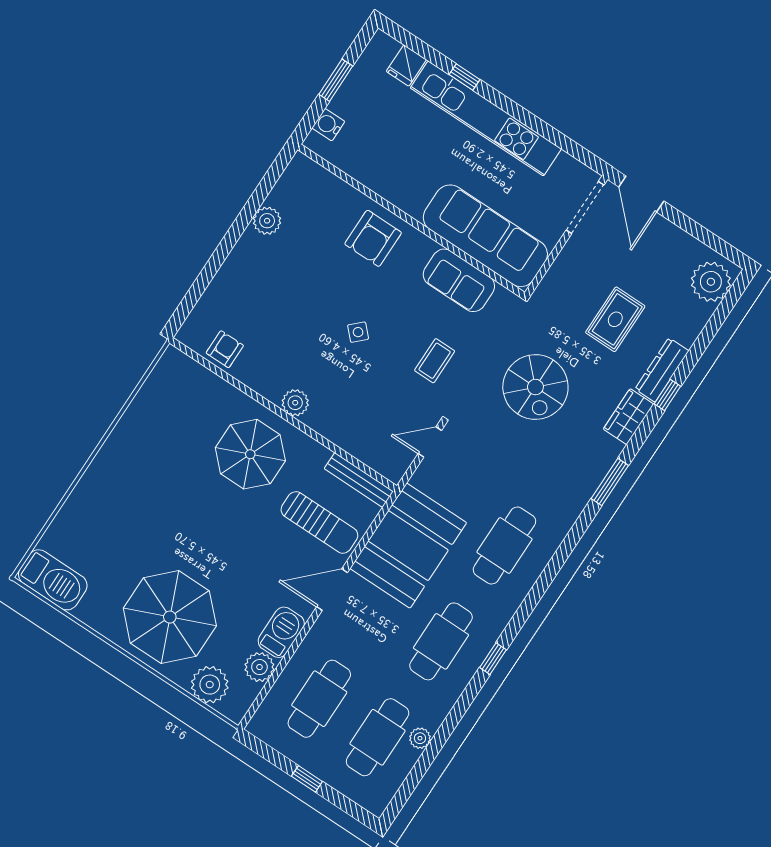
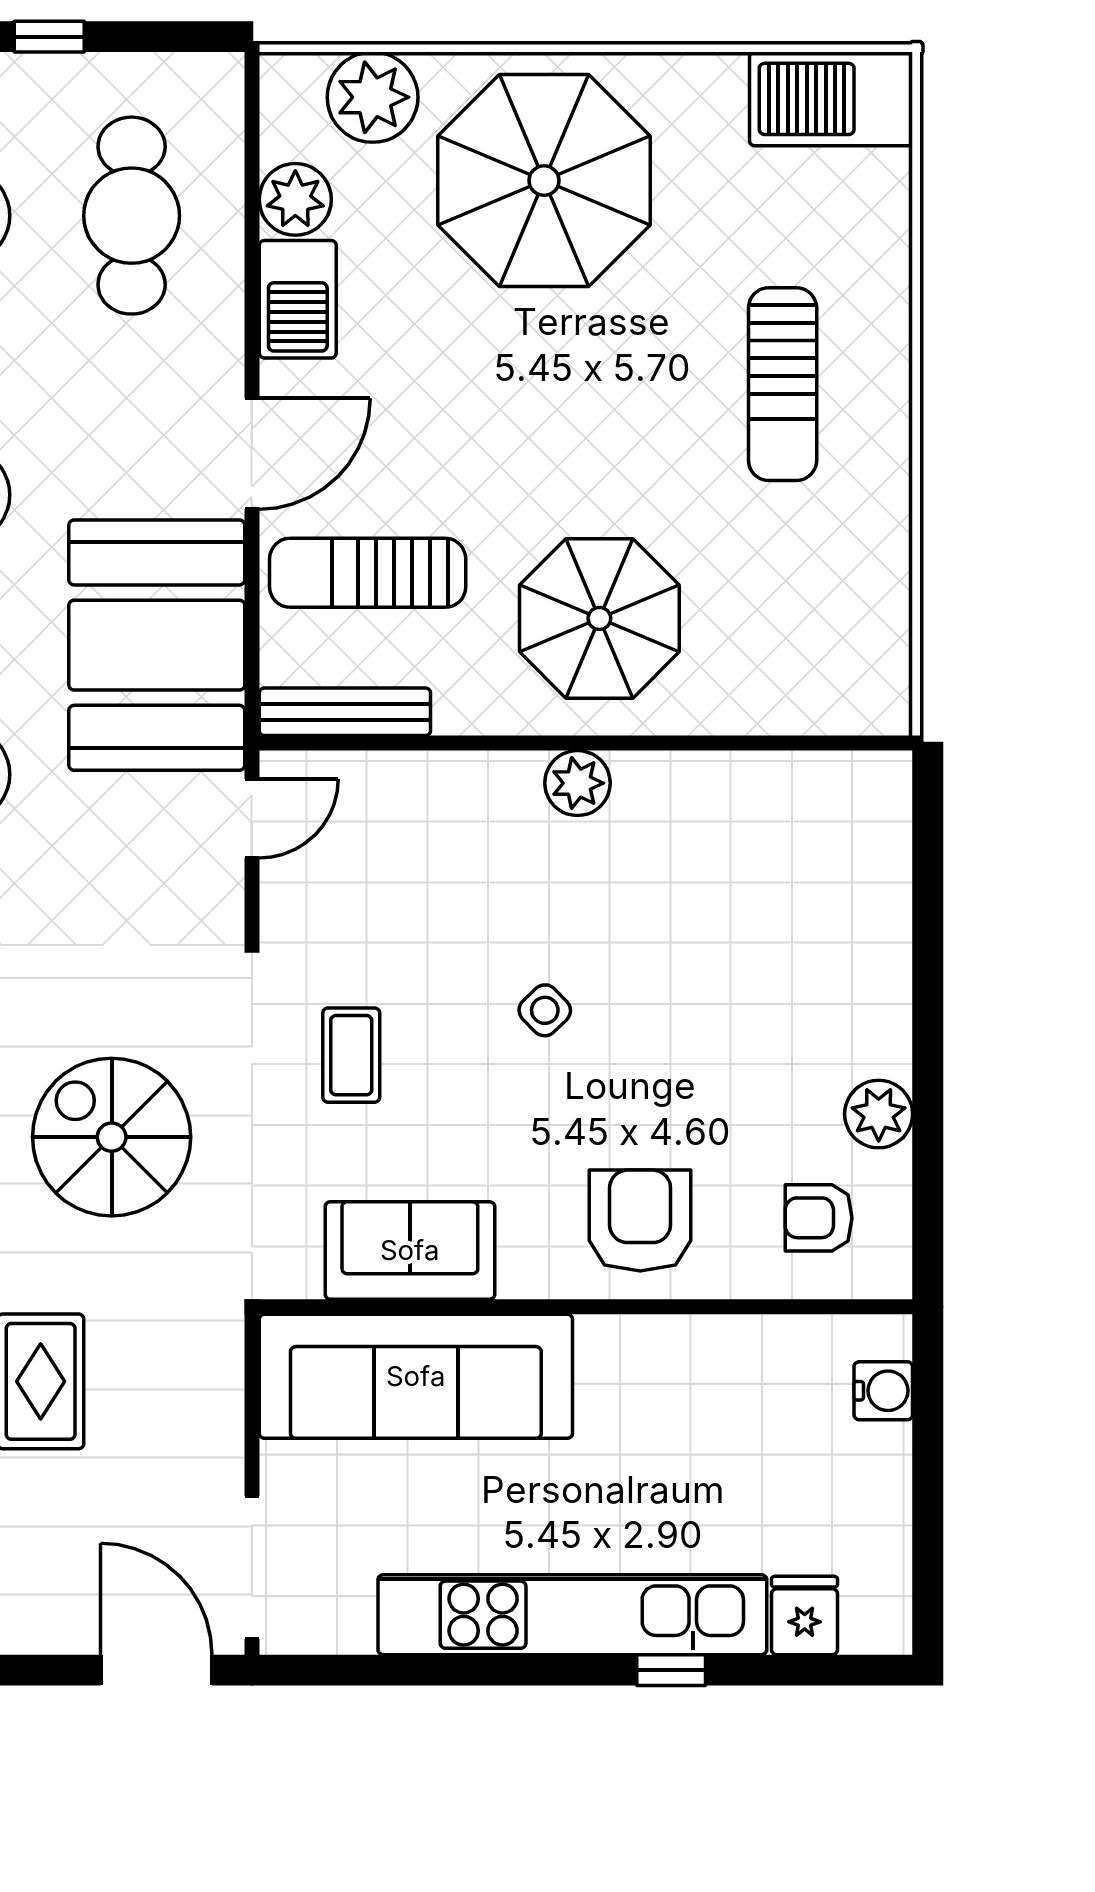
window: (336, 80) -> (928, 1491), removed
armchair: (225, 349) -> (819, 1218), moved, turned 90
door: (430, 442) -> (252, 818), moved
sun lounger: (134, 493) -> (783, 384), added

